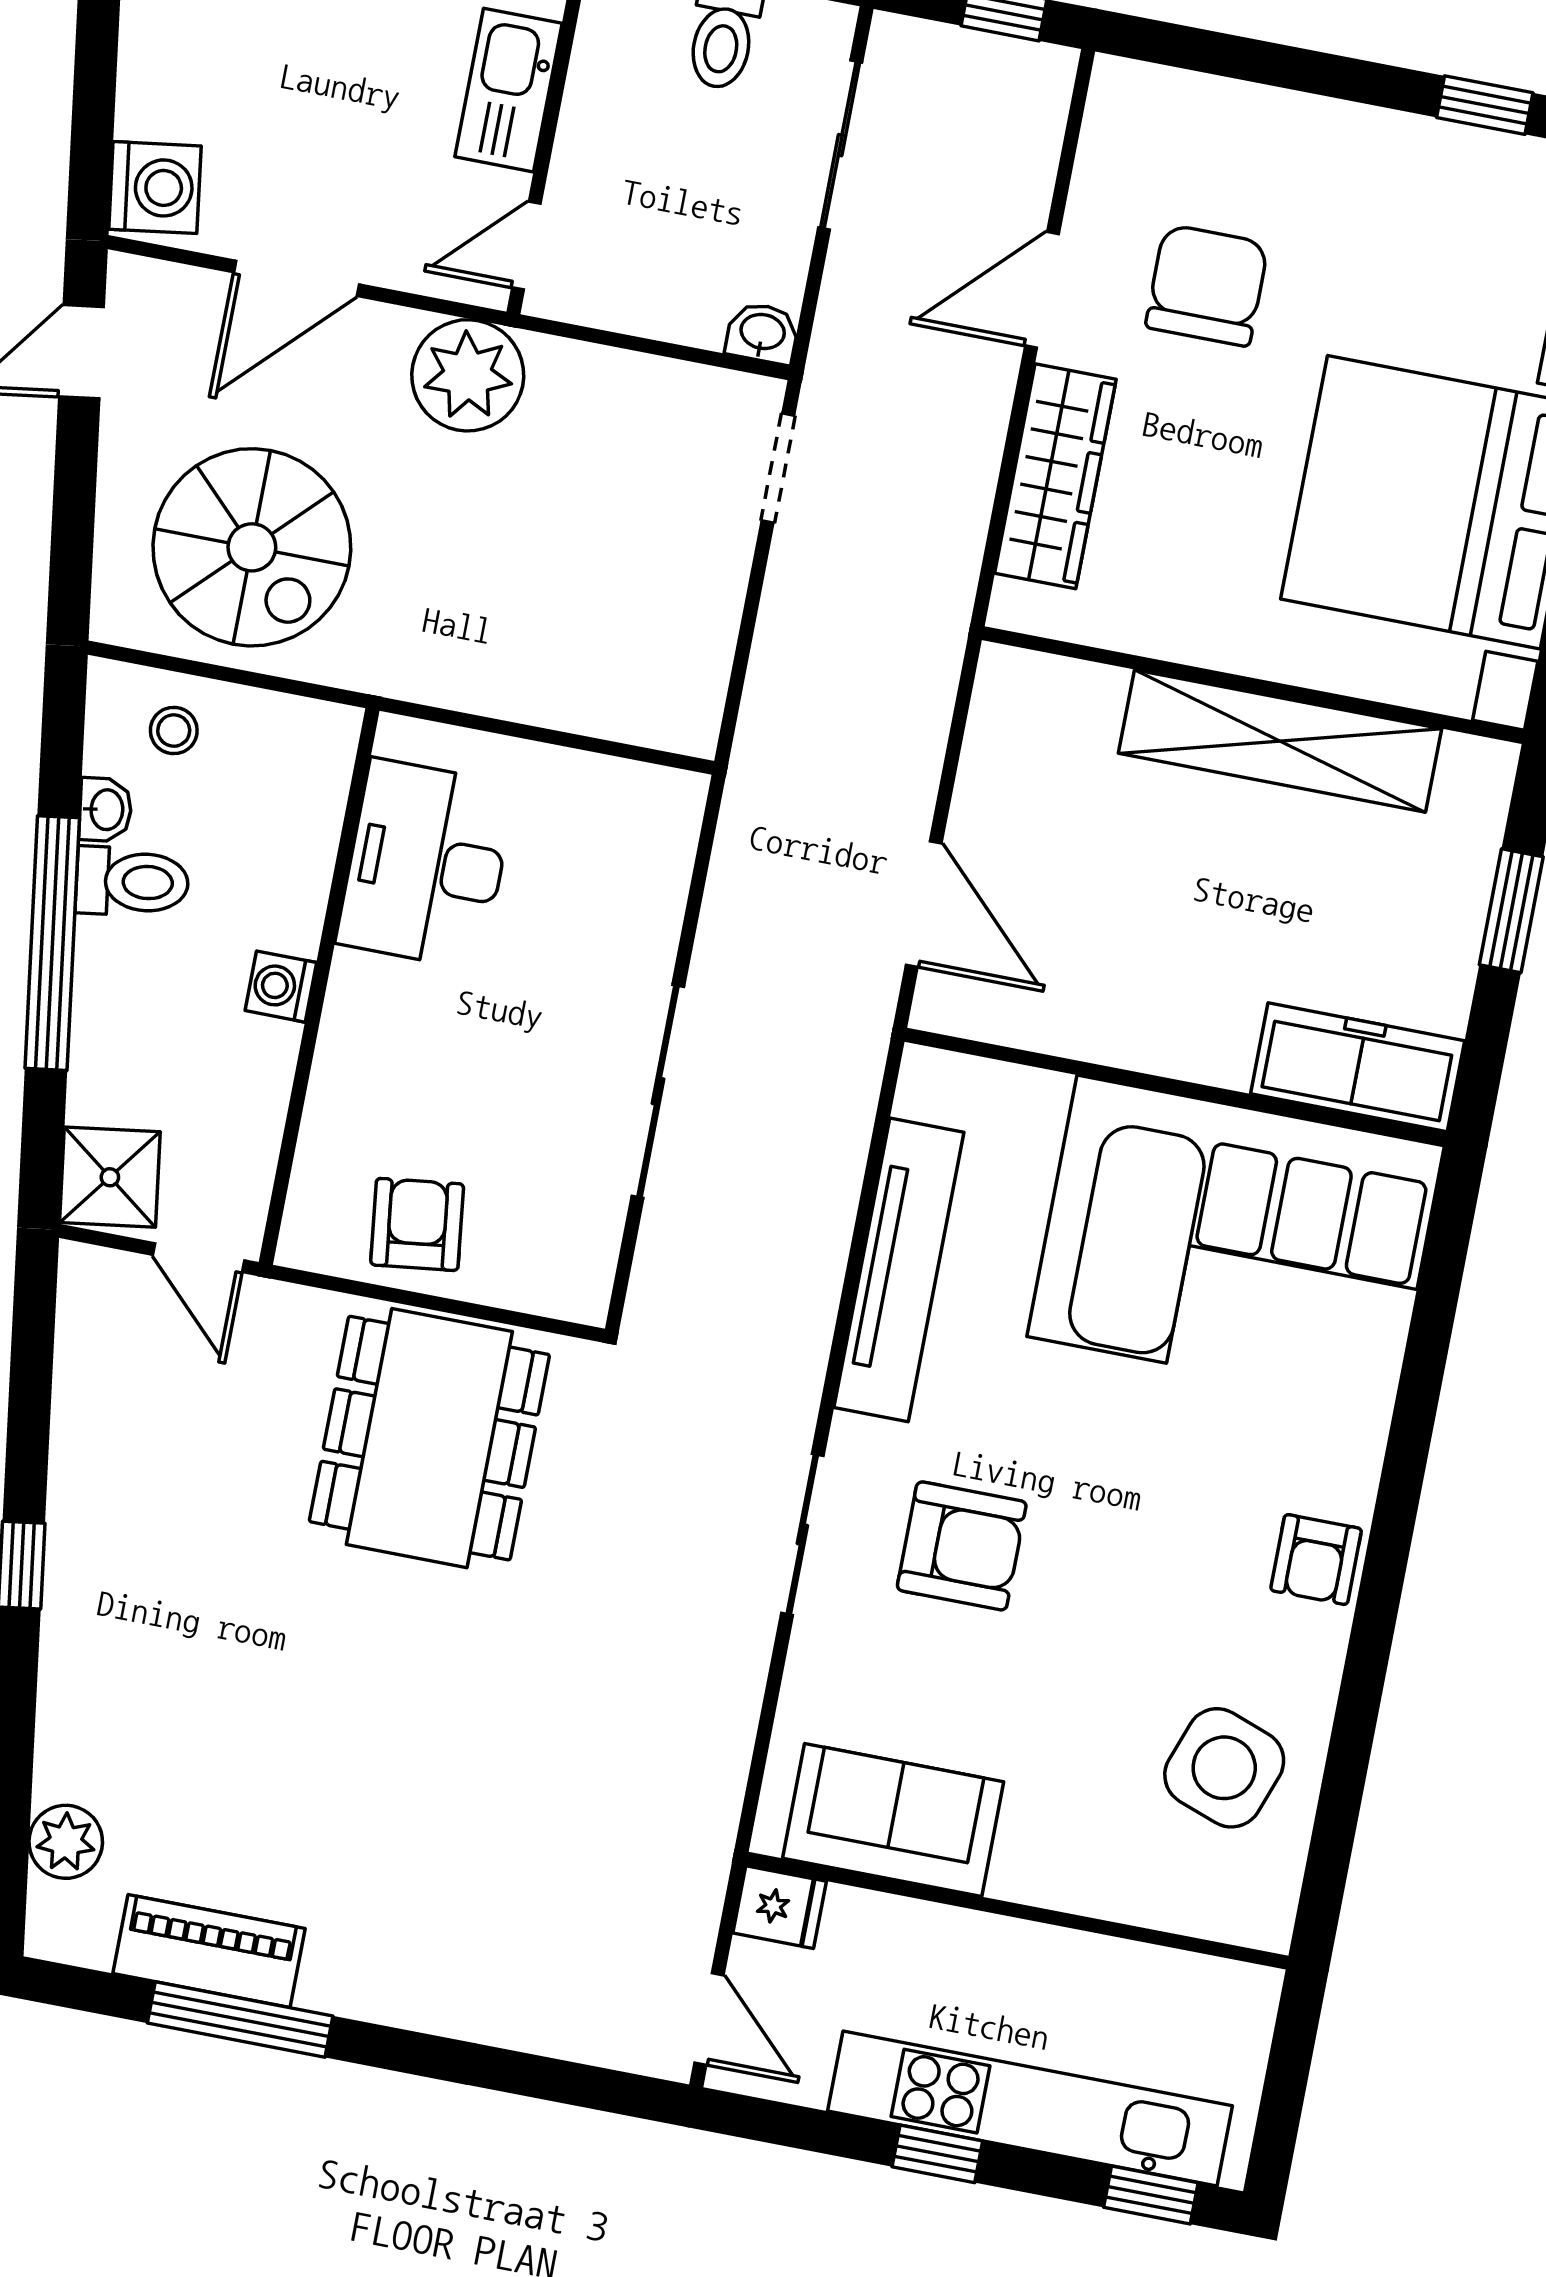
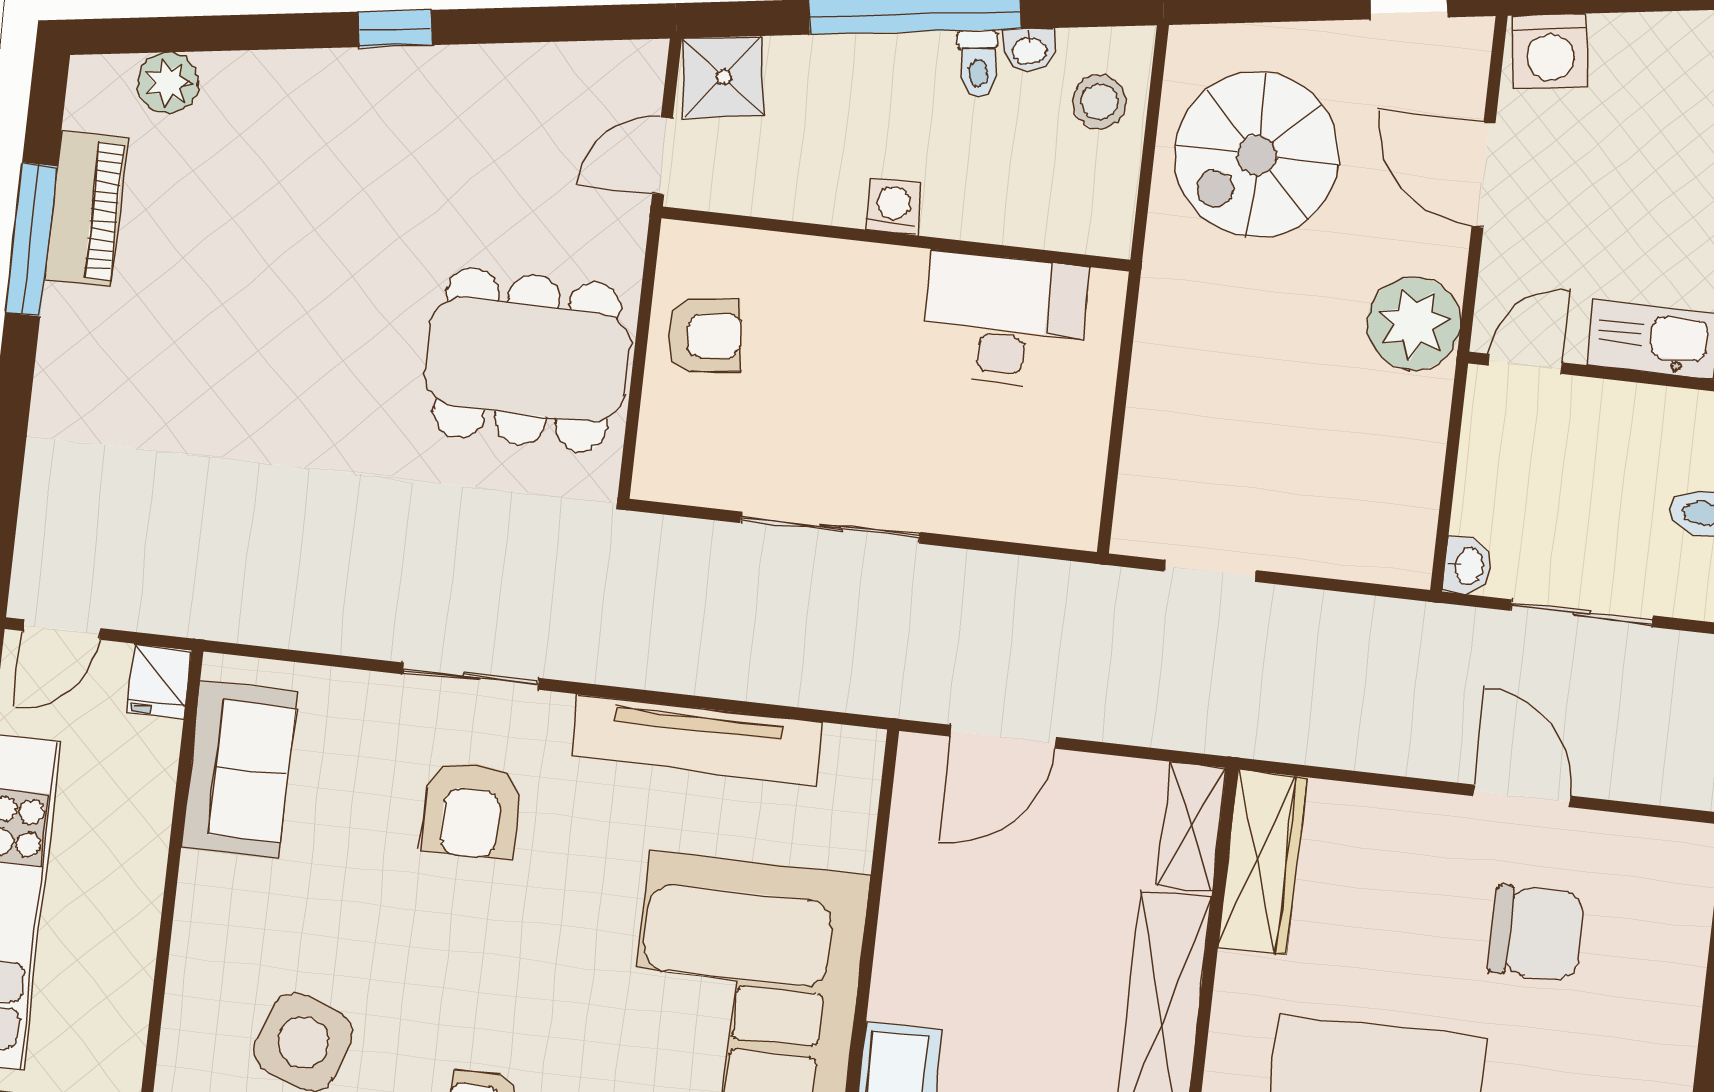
sliding door: (840, 145) -> (1582, 613), moved
door: (526, 246) -> (1525, 364), hinge flipped
doorway: (778, 468) -> (1210, 571), moved
wardrobe: (1055, 476) -> (1262, 862), moved, turned -90
shelving: (1049, 687) -> (1191, 827), added
stool: (174, 731) -> (1099, 102), width x1.37, depth x1.37
toilet: (132, 882) -> (978, 64), width x0.73, depth x0.72

